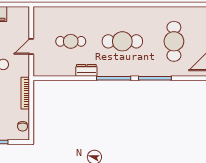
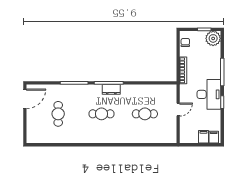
cafe table: (122, 41) -> (101, 114), width x0.73, depth x0.74
cafe table: (174, 41) -> (58, 114), width x0.73, depth x0.74
dresser: (86, 70) -> (111, 89), moved

